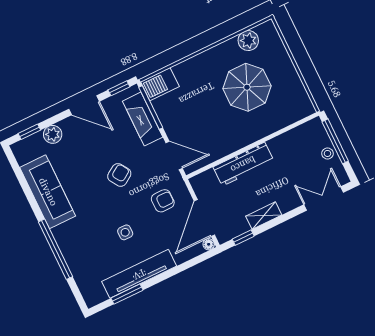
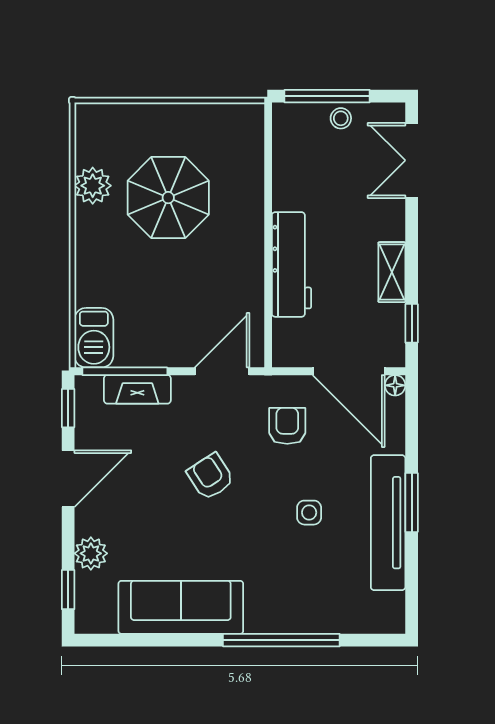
plant: (248, 41) -> (93, 186), moved
fireplace: (143, 119) -> (137, 389), width x0.73, depth x0.76
window: (127, 294) -> (412, 502), moved

